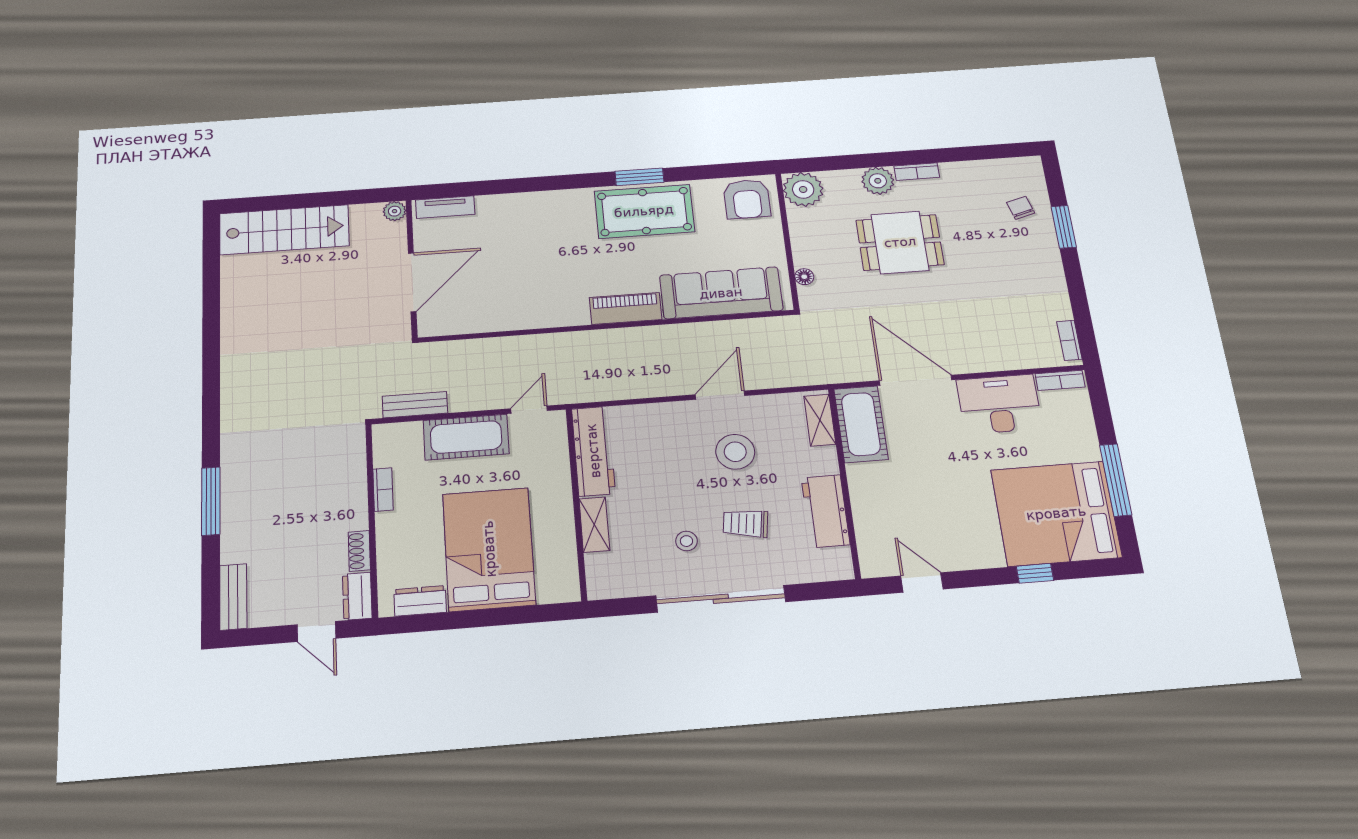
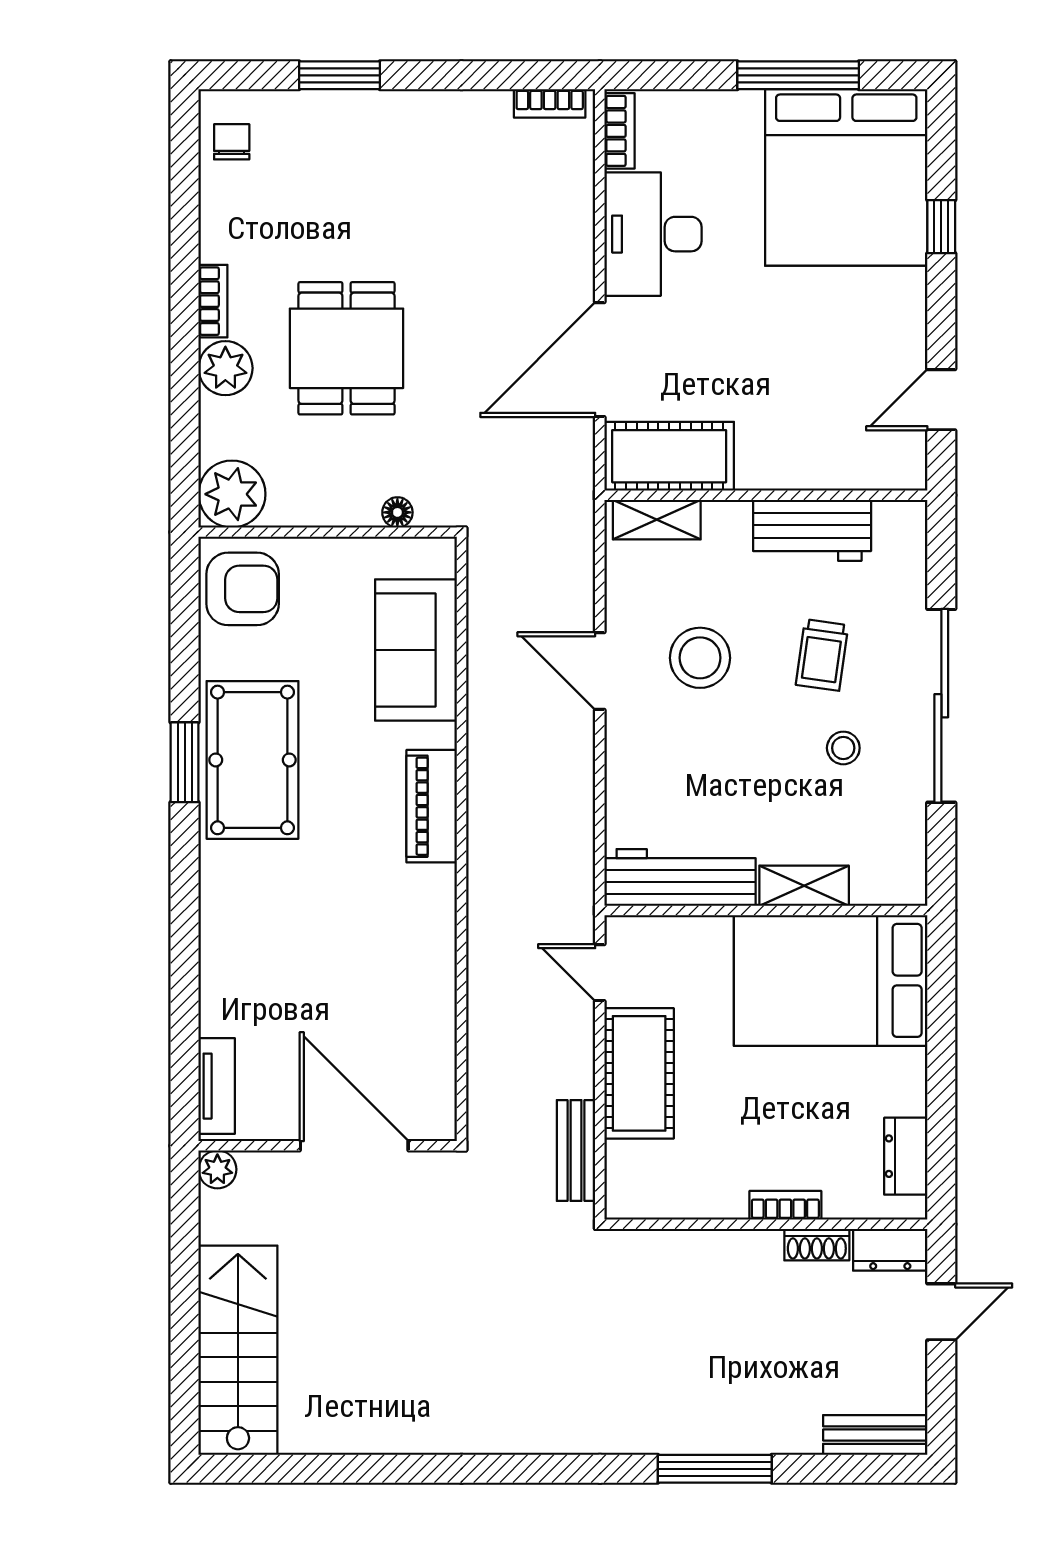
chair: (1021, 208) -> (232, 142), moved, turned 106
sofa: (721, 293) -> (416, 650), width x0.73
bookcase: (383, 489) -> (785, 1205), moved
bed: (489, 549) -> (831, 980), moved

